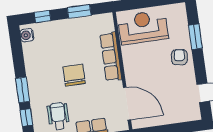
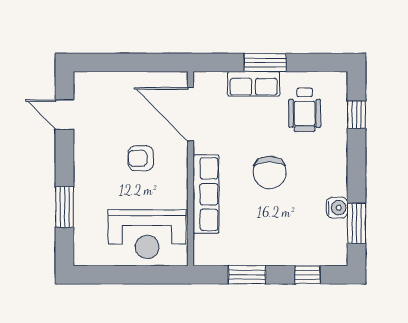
water cooler: (27, 35) -> (337, 208), moved
armchair: (179, 57) -> (141, 158), moved, turned 84
window: (23, 90) -> (357, 223), moved

